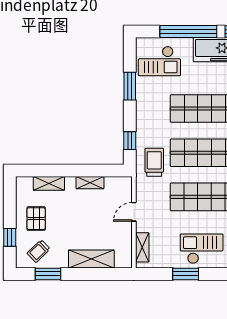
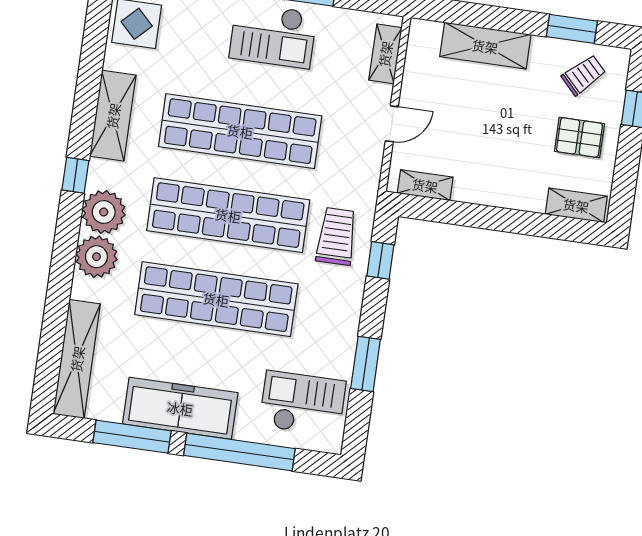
trolley: (154, 162) -> (336, 236), moved, turned 180
shelving: (49, 183) -> (576, 205), moved
shelving: (90, 183) -> (425, 185), moved
pallet: (36, 219) -> (579, 137), turned 90

